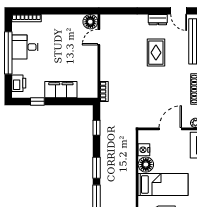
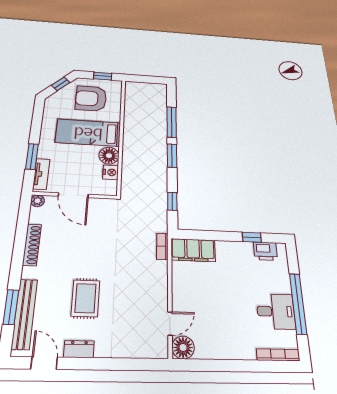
printer: (19, 83) -> (265, 251), moved, turned -90
filing cabinet: (61, 90) -> (193, 250), moved
door: (170, 129) -> (73, 195), hinge flipped

